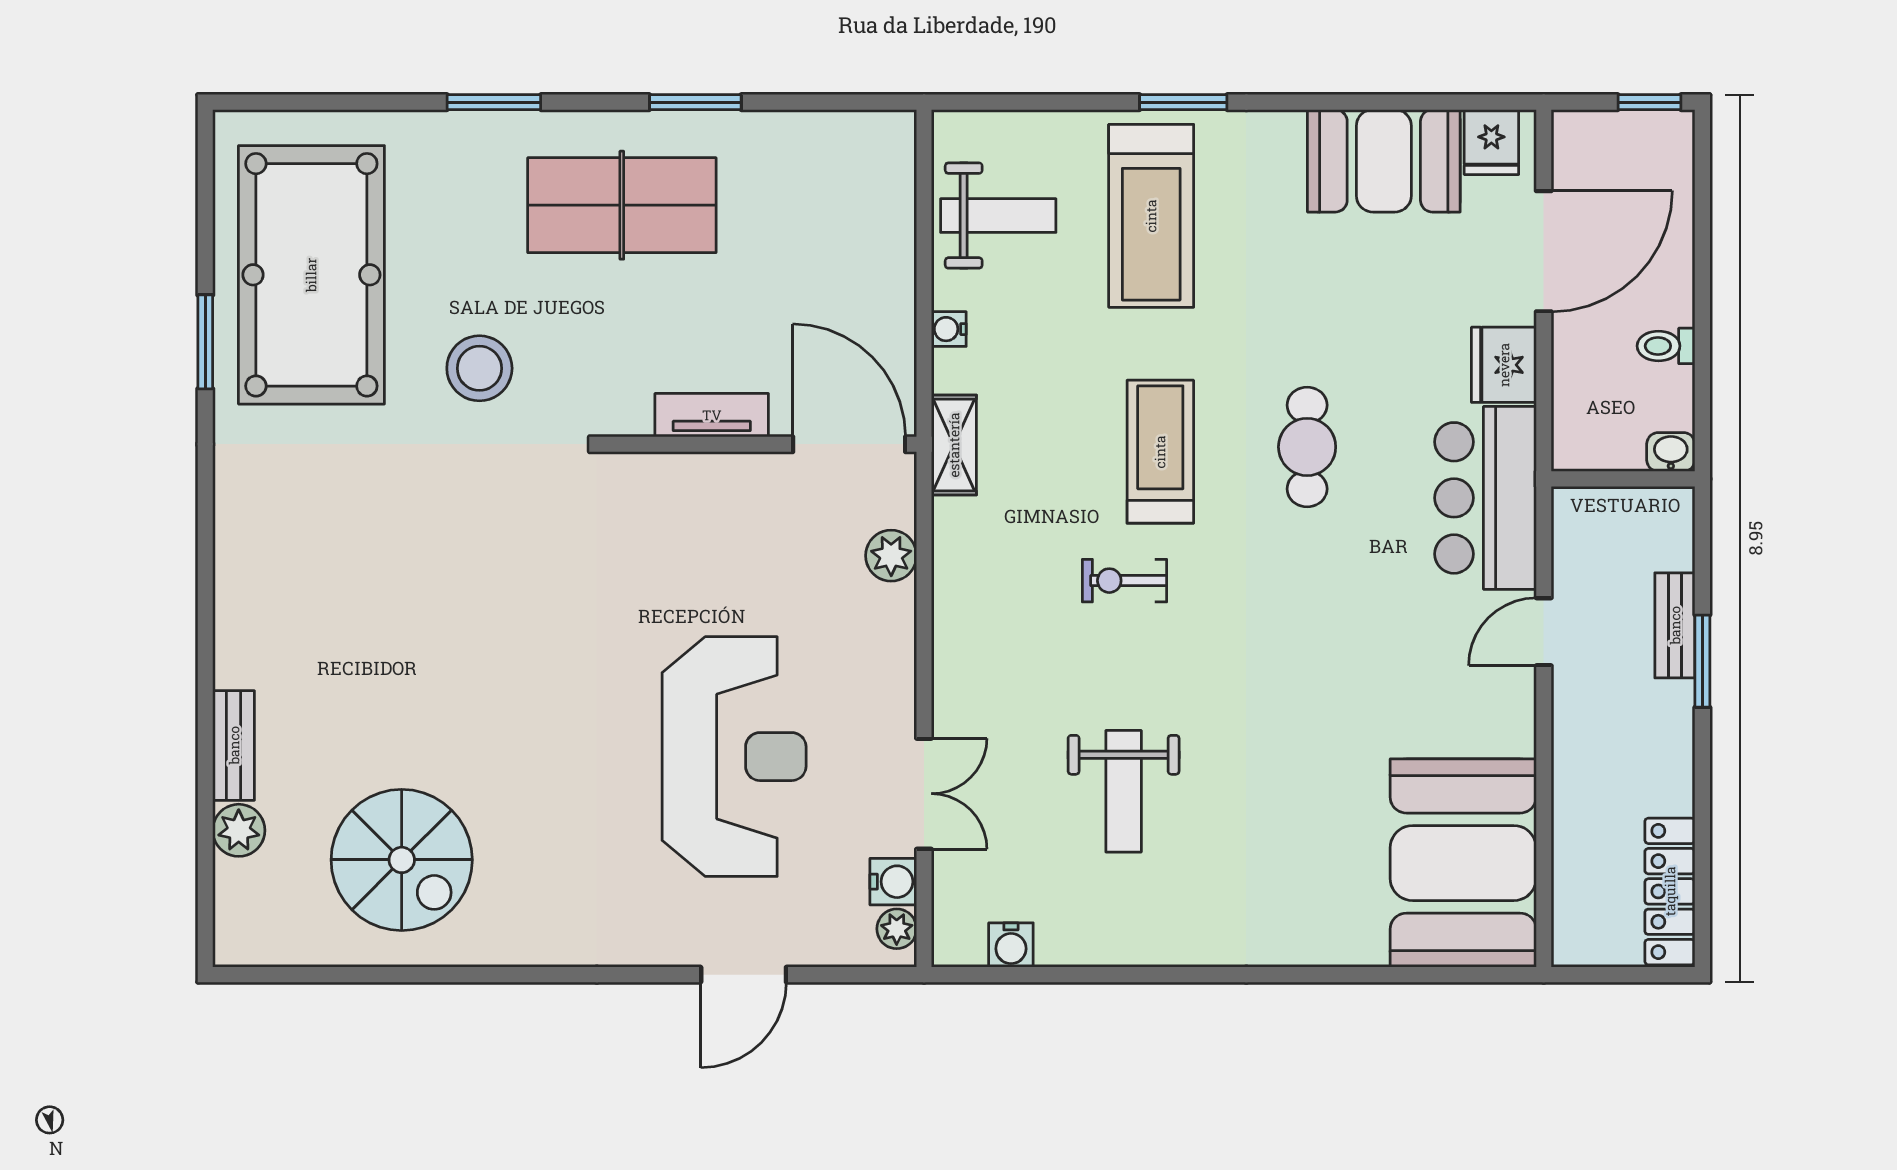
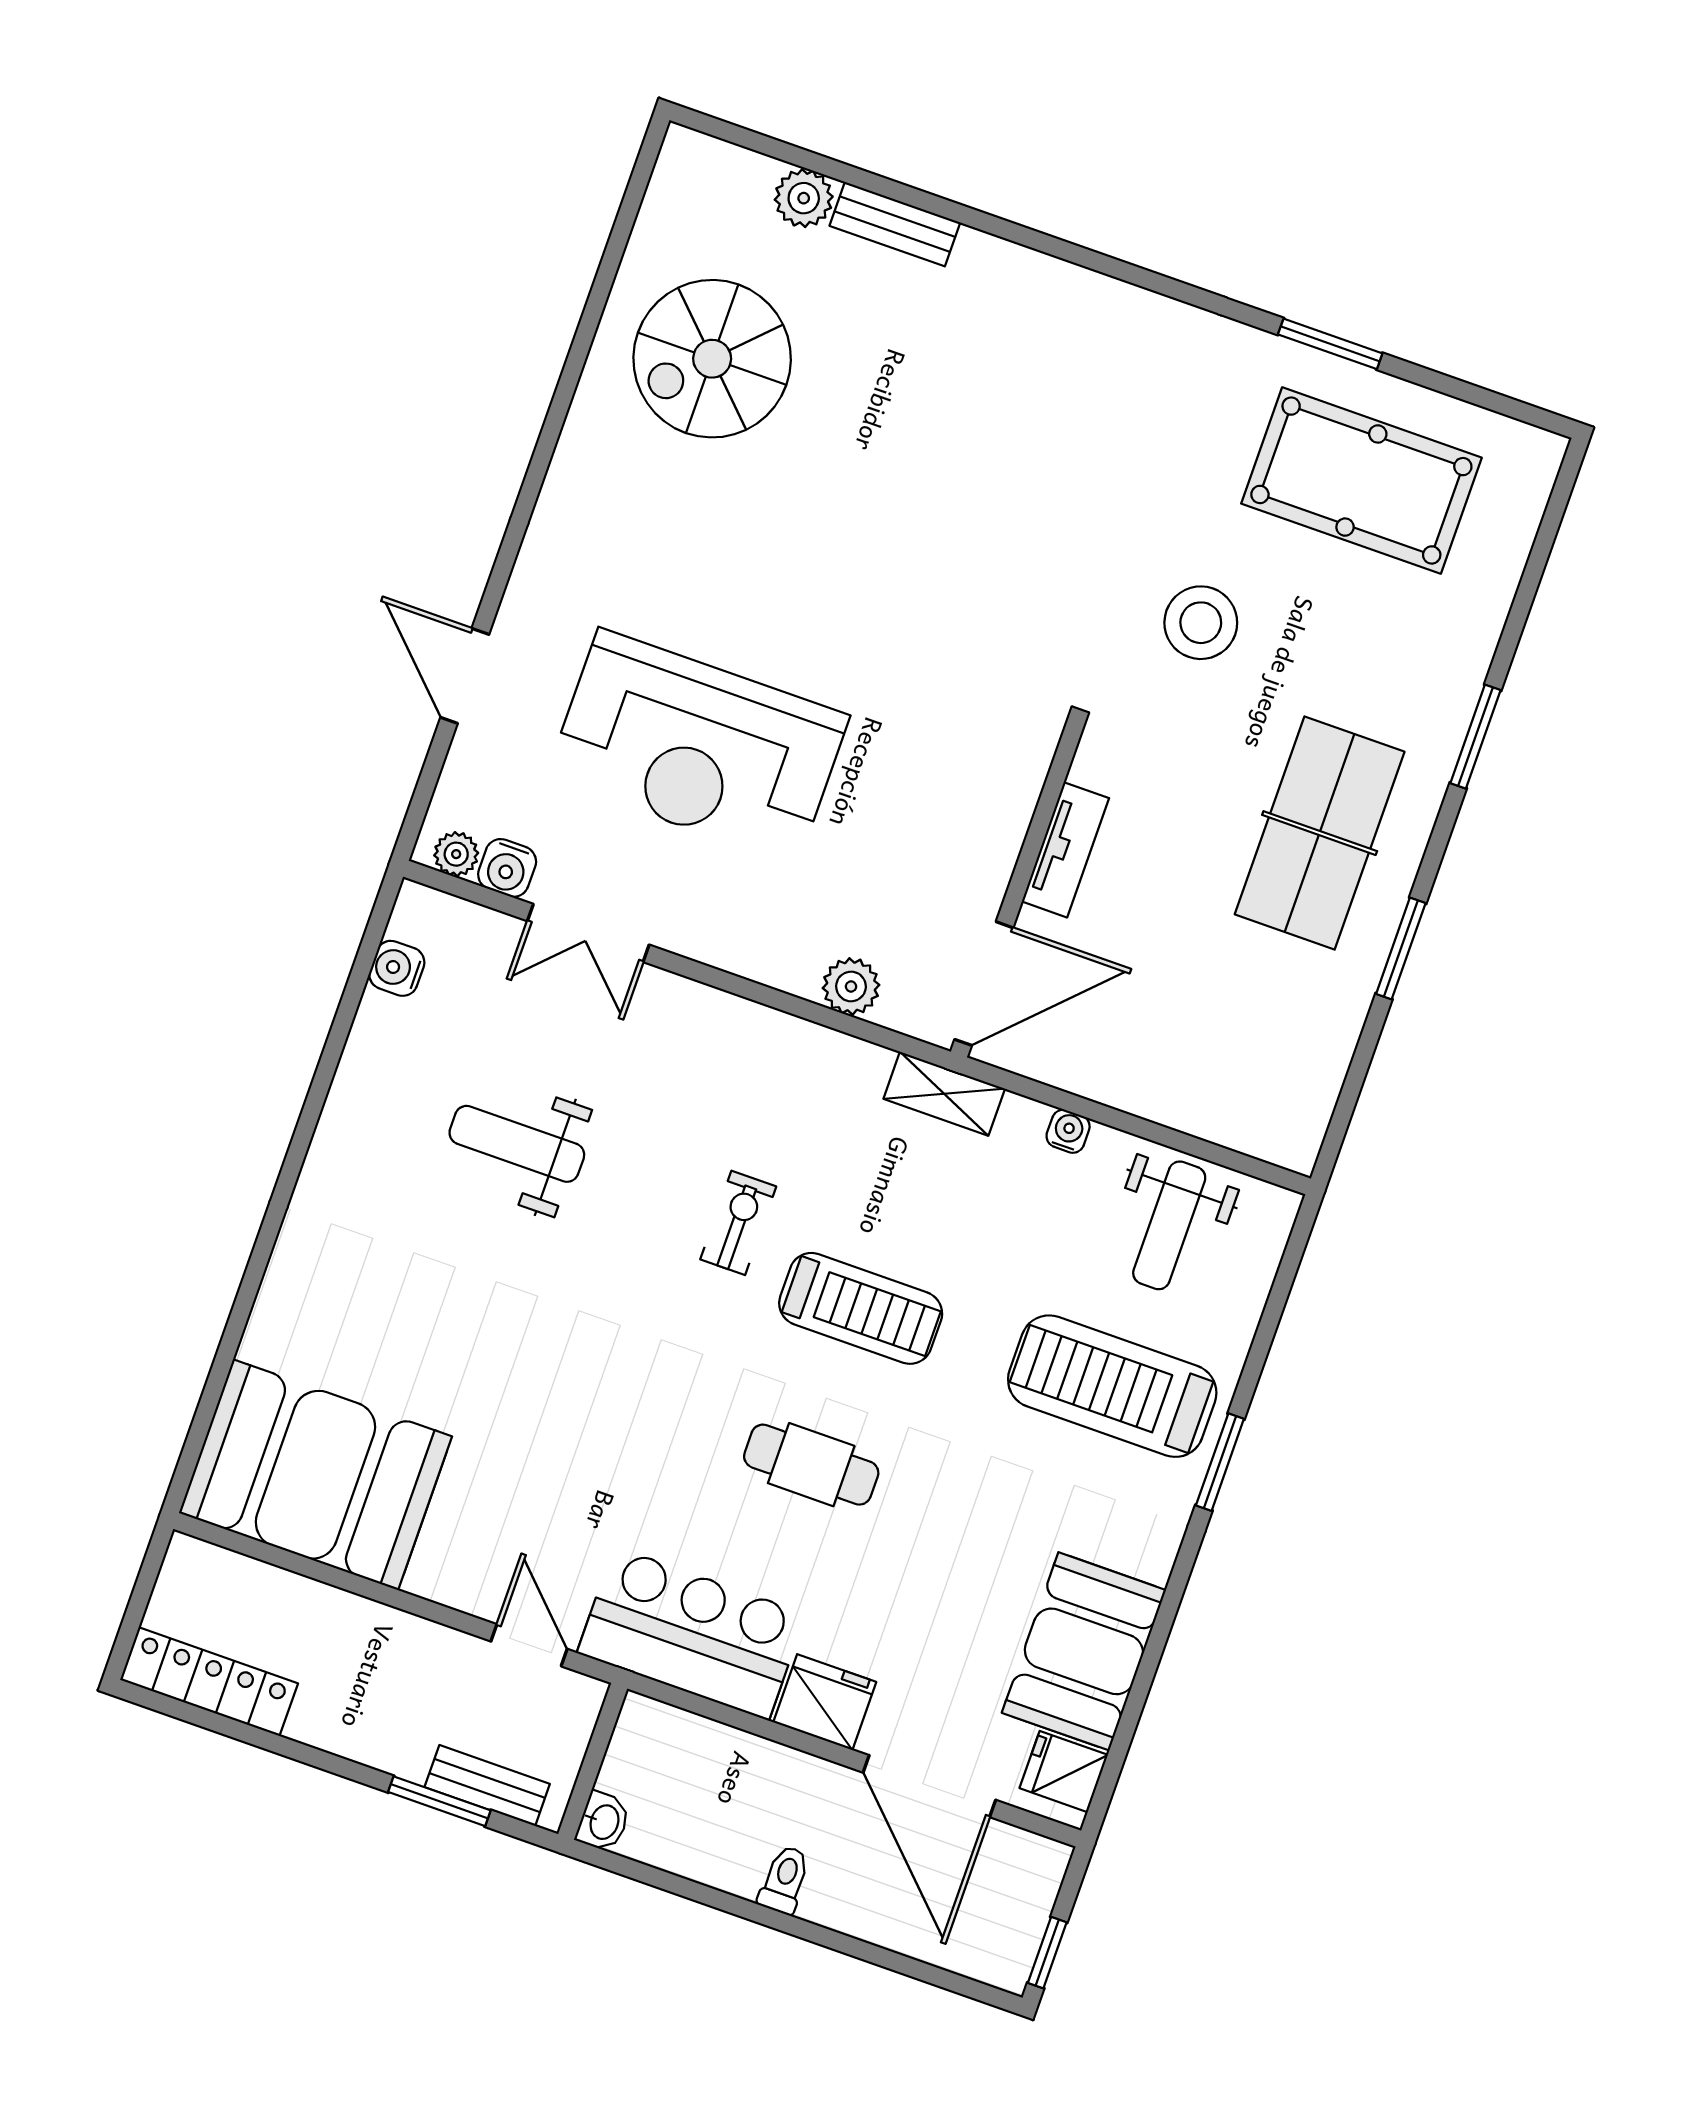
pool table: (311, 275) -> (1361, 481), width x0.73, depth x0.76
washbasin: (1671, 452) -> (603, 1822), moved
wall: (1623, 479) -> (593, 1761), moved

